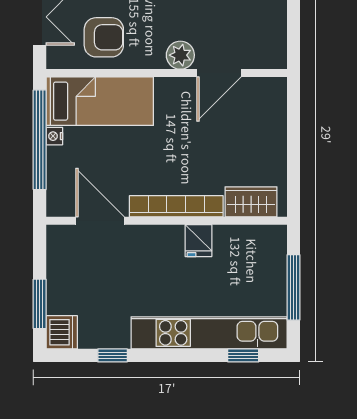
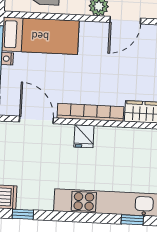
fridge: (198, 241) -> (84, 136), moved
window: (113, 355) -> (23, 214), moved

